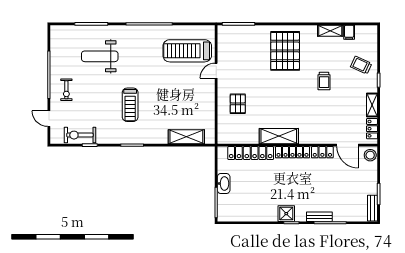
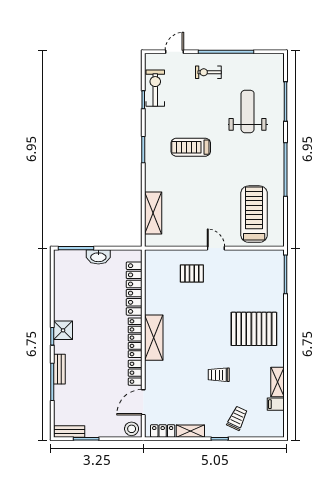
door: (216, 71) -> (216, 248), moved
shelving: (279, 136) -> (154, 338), moved

